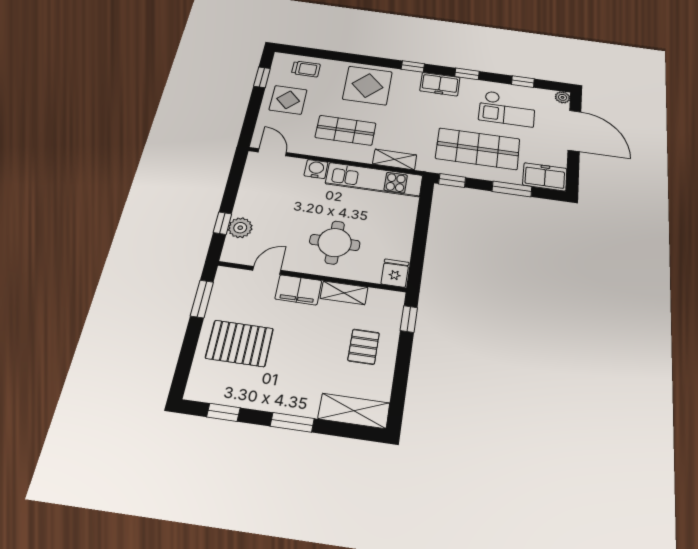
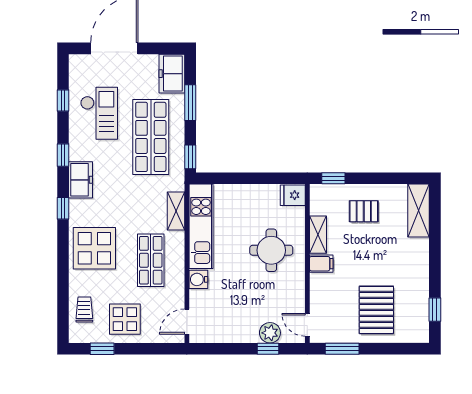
plant: (563, 97) -> (76, 61), removed
door: (267, 270) -> (307, 325), moved
filing cabinet: (298, 290) -> (321, 264), width x0.50
window: (292, 422) -> (435, 256), removed

